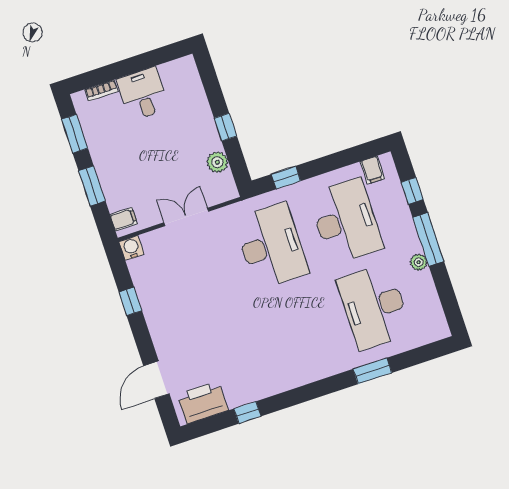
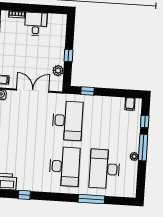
double door: (186, 217) -> (33, 91), width x1.37
desk: (346, 221) -> (65, 166), moved
window: (372, 371) -> (91, 199), width x1.44

